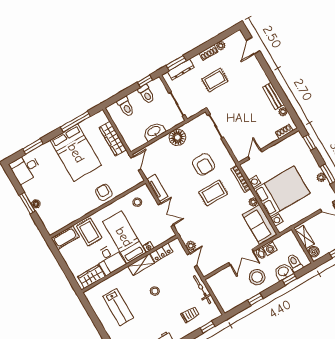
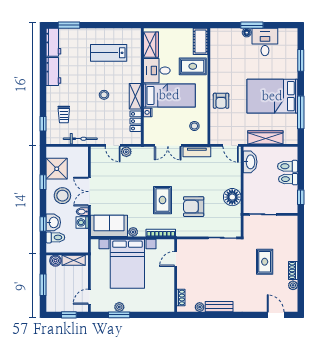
window: (176, 63) -> (301, 235), removed
dresser: (181, 69) -> (292, 236), removed
toilet: (146, 94) -> (288, 179), moved
washbasin: (154, 131) -> (250, 162), moved
window: (309, 142) -> (158, 315), removed
door: (255, 154) -> (176, 259), swing flipped
desk: (25, 168) -> (265, 42), moved
armchair: (104, 192) -> (221, 101), turned 90
shower: (238, 295) -> (57, 169), added

